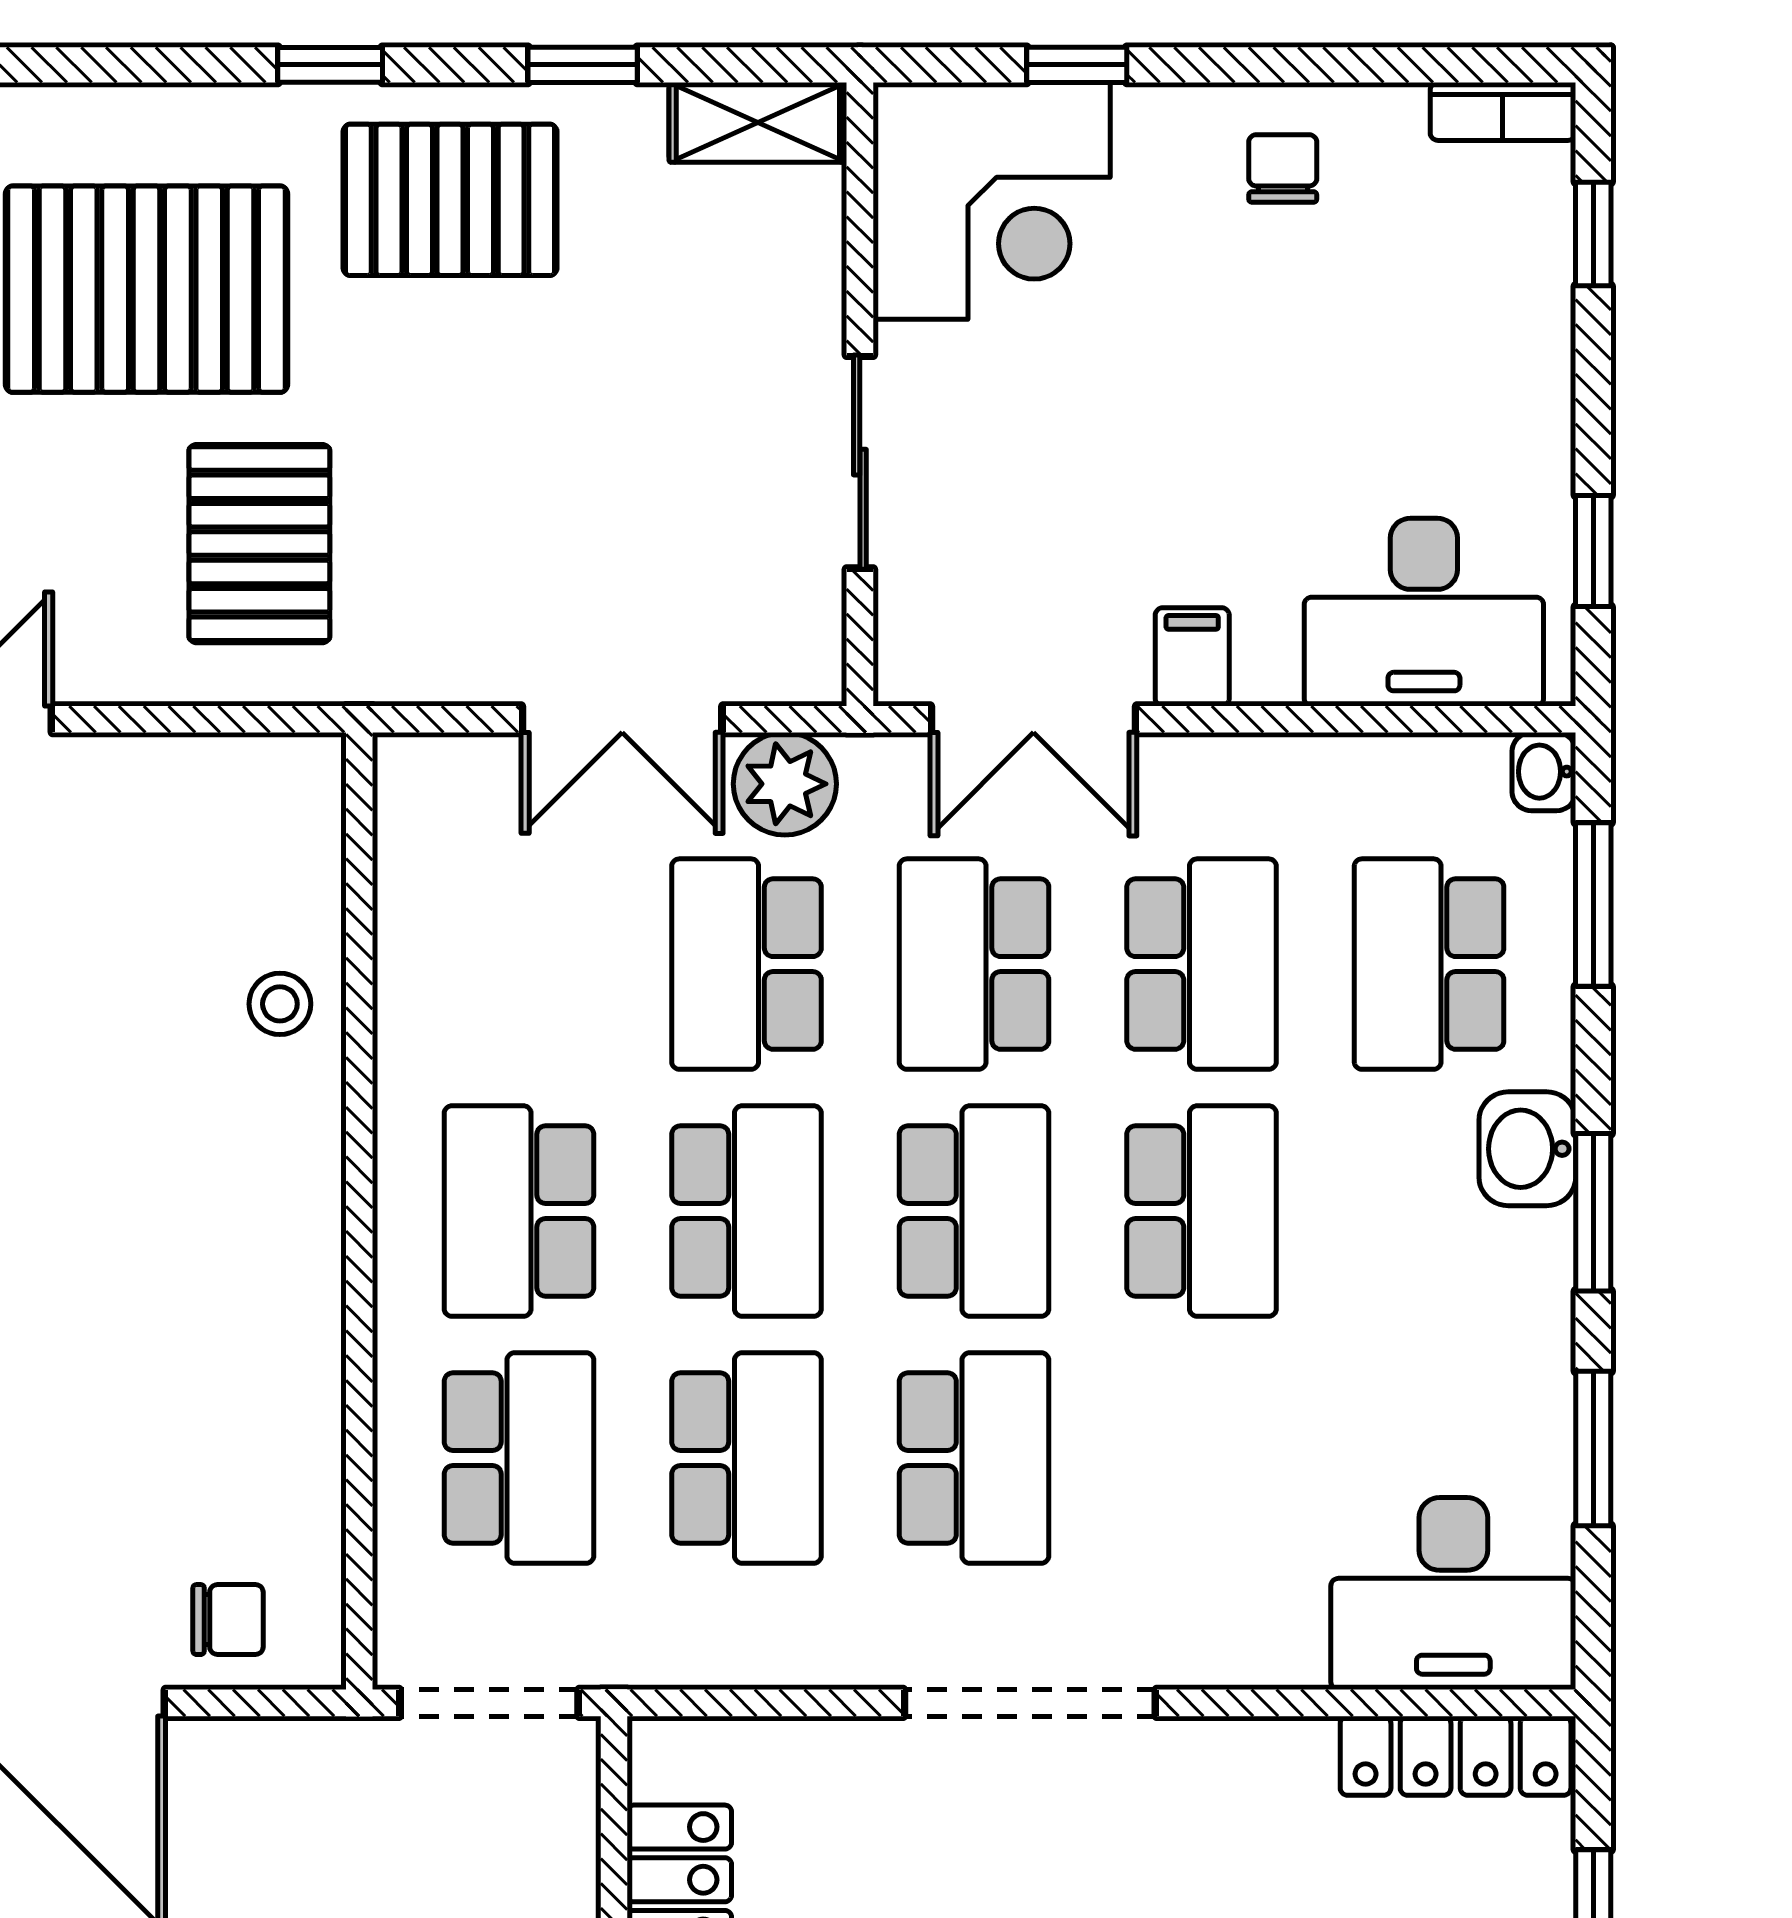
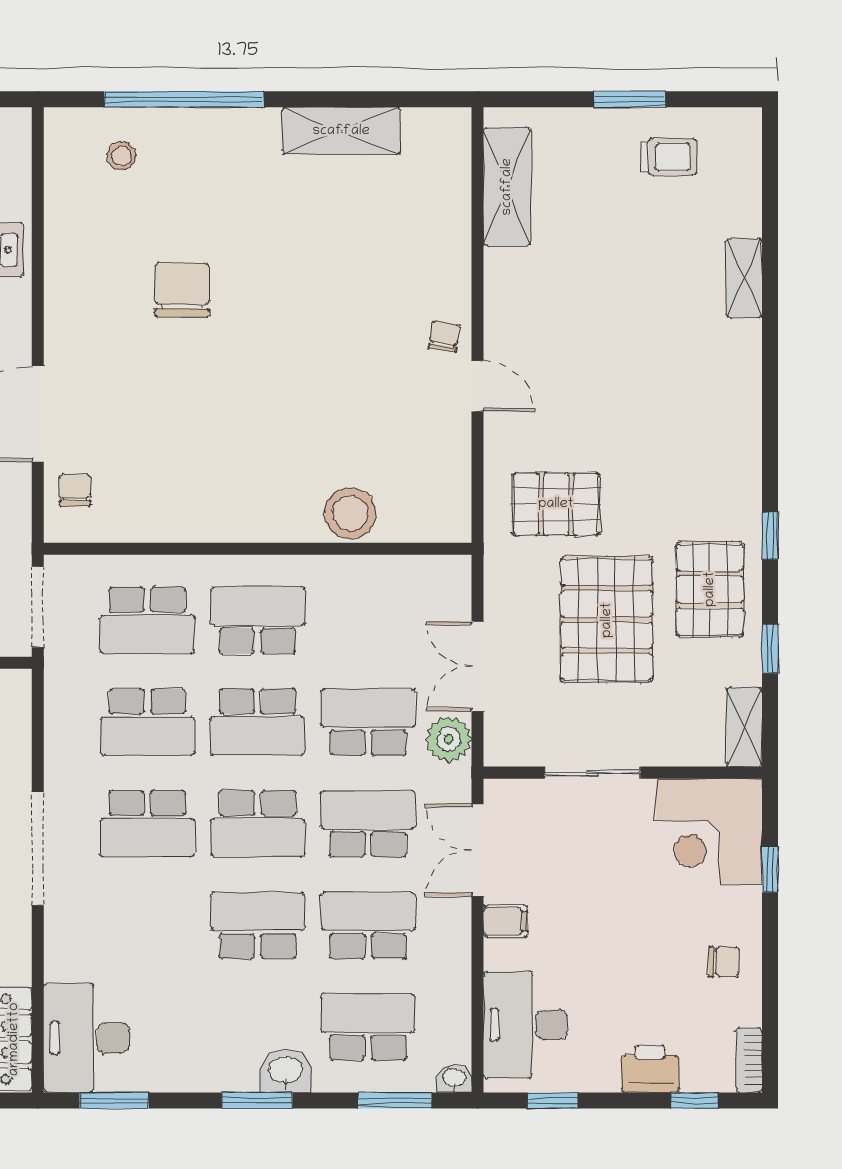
pallet: (147, 289) -> (607, 620), moved
printer: (1523, 333) -> (650, 1069), added
school desk: (1202, 964) -> (368, 925), turned 180
stool: (280, 1004) -> (350, 513), width x1.89, depth x1.89
school desk: (1202, 1211) -> (258, 925), turned 180
window: (1593, 1448) -> (114, 1100), moved
chair: (228, 1620) -> (75, 490), turned 180

